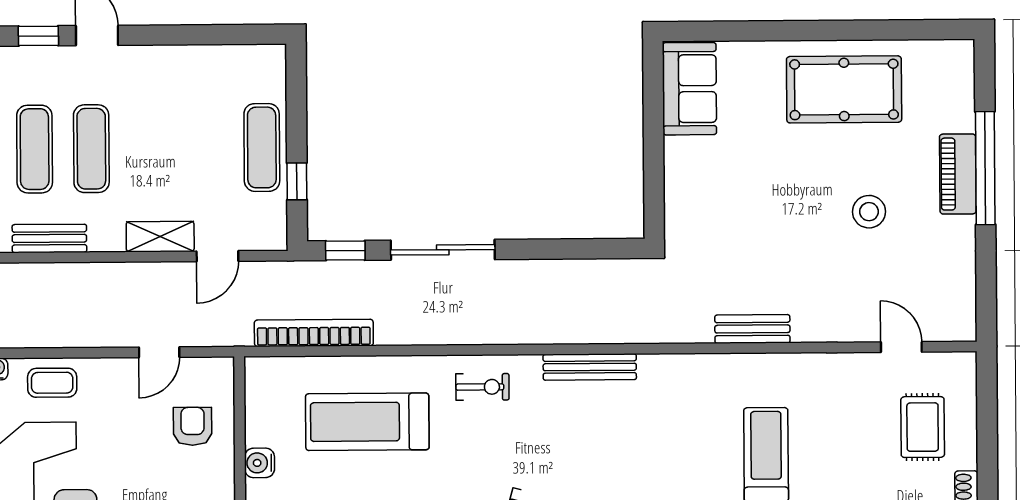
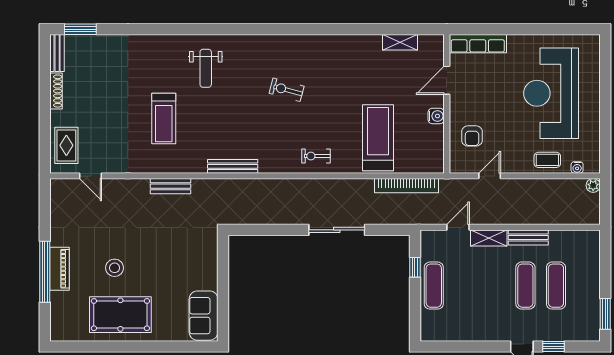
stool: (869, 212) -> (115, 268), moved
bench: (49, 238) -> (528, 237), moved
window: (345, 250) -> (389, 230), removed
bench: (590, 367) -> (233, 166), moved
treadmill: (367, 422) -> (378, 138), turned -90
rug: (923, 427) -> (66, 145), moved

